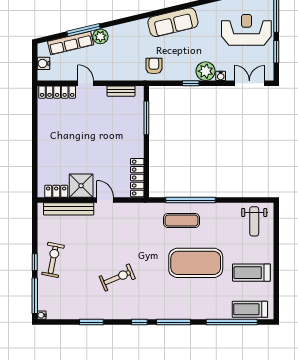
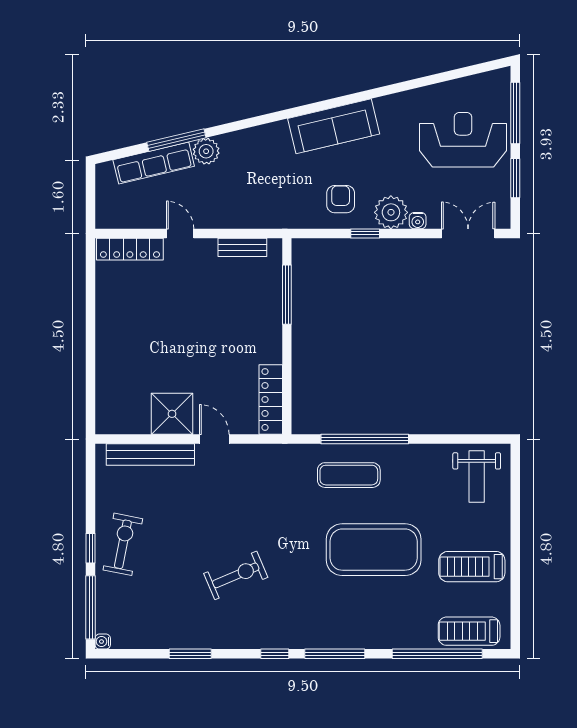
water cooler: (44, 63) -> (106, 199), removed
armchair: (154, 66) -> (341, 199), moved
locker: (56, 191) -> (128, 424), removed

